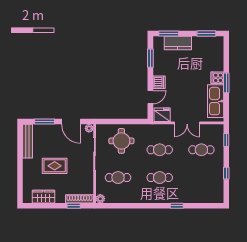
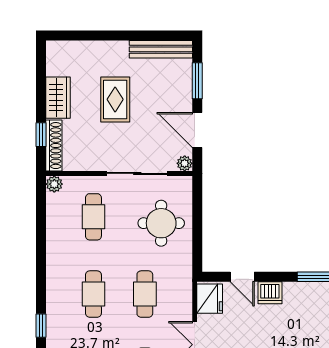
door: (71, 121) -> (197, 130), hinge flipped
wardrobe: (44, 197) -> (58, 98), moved

